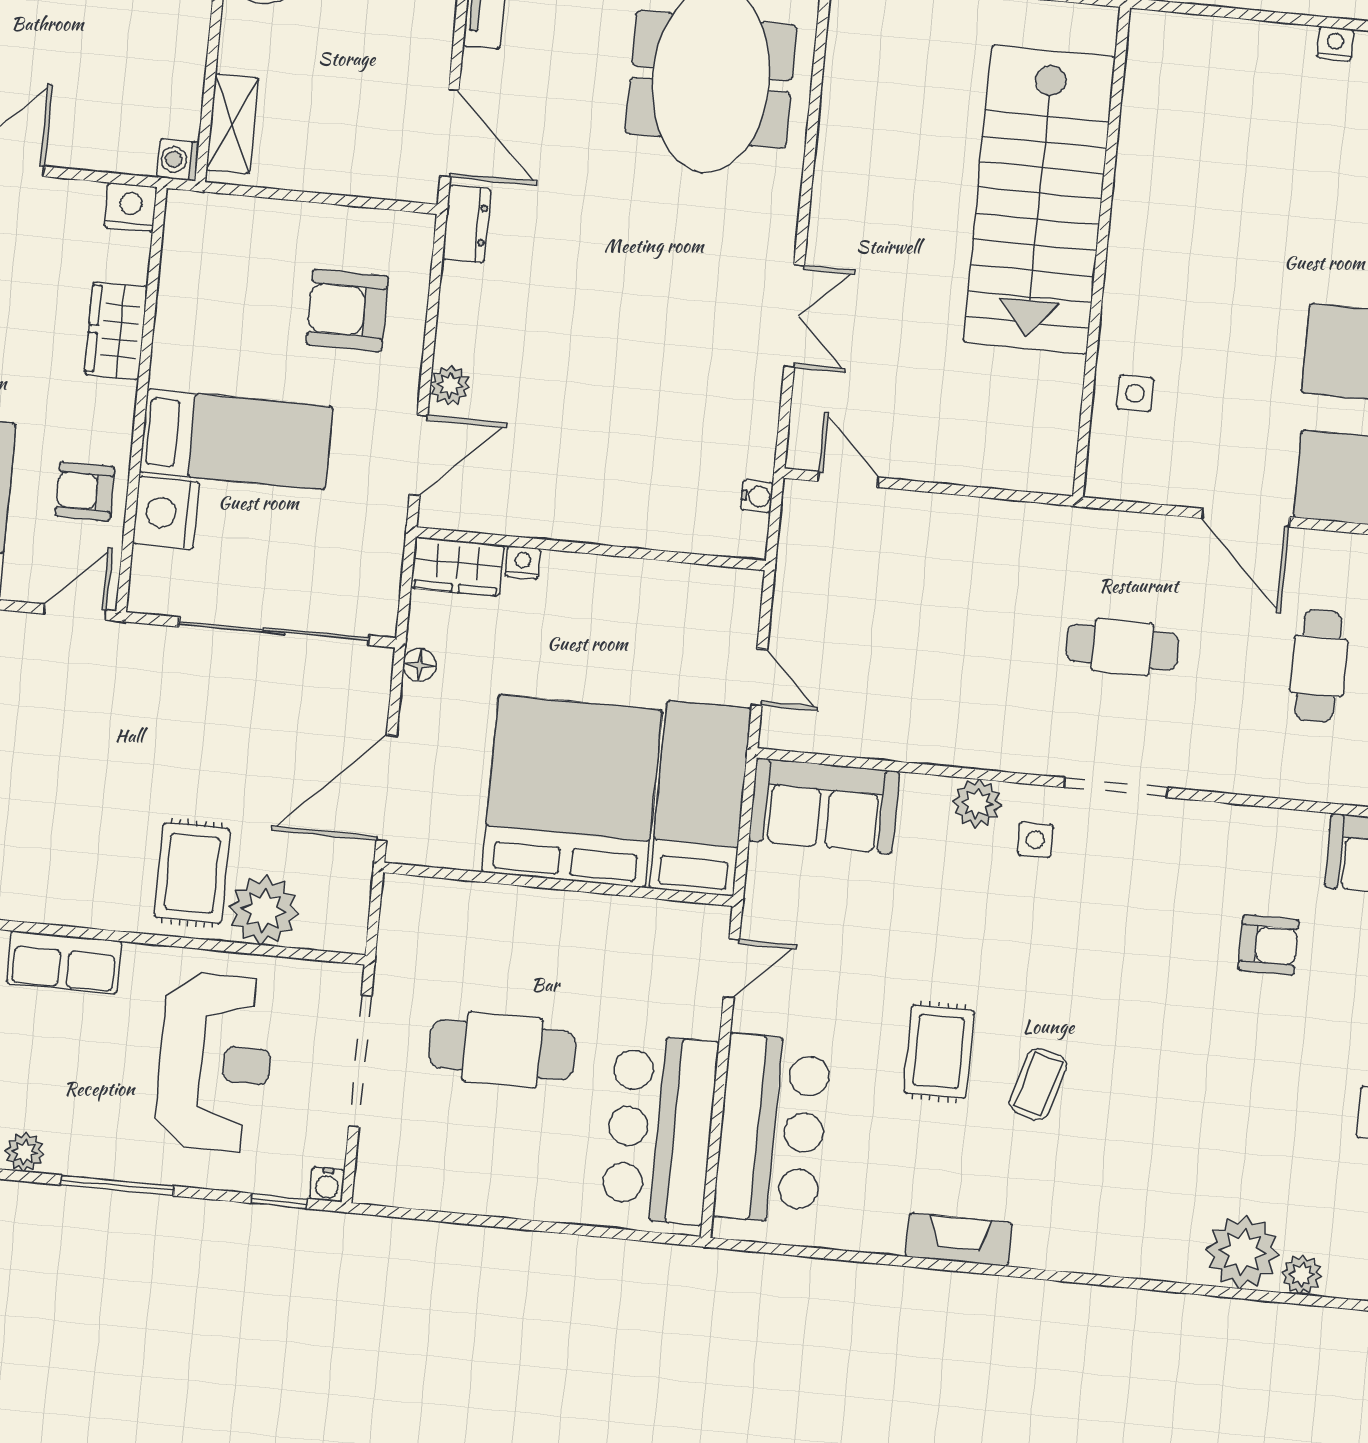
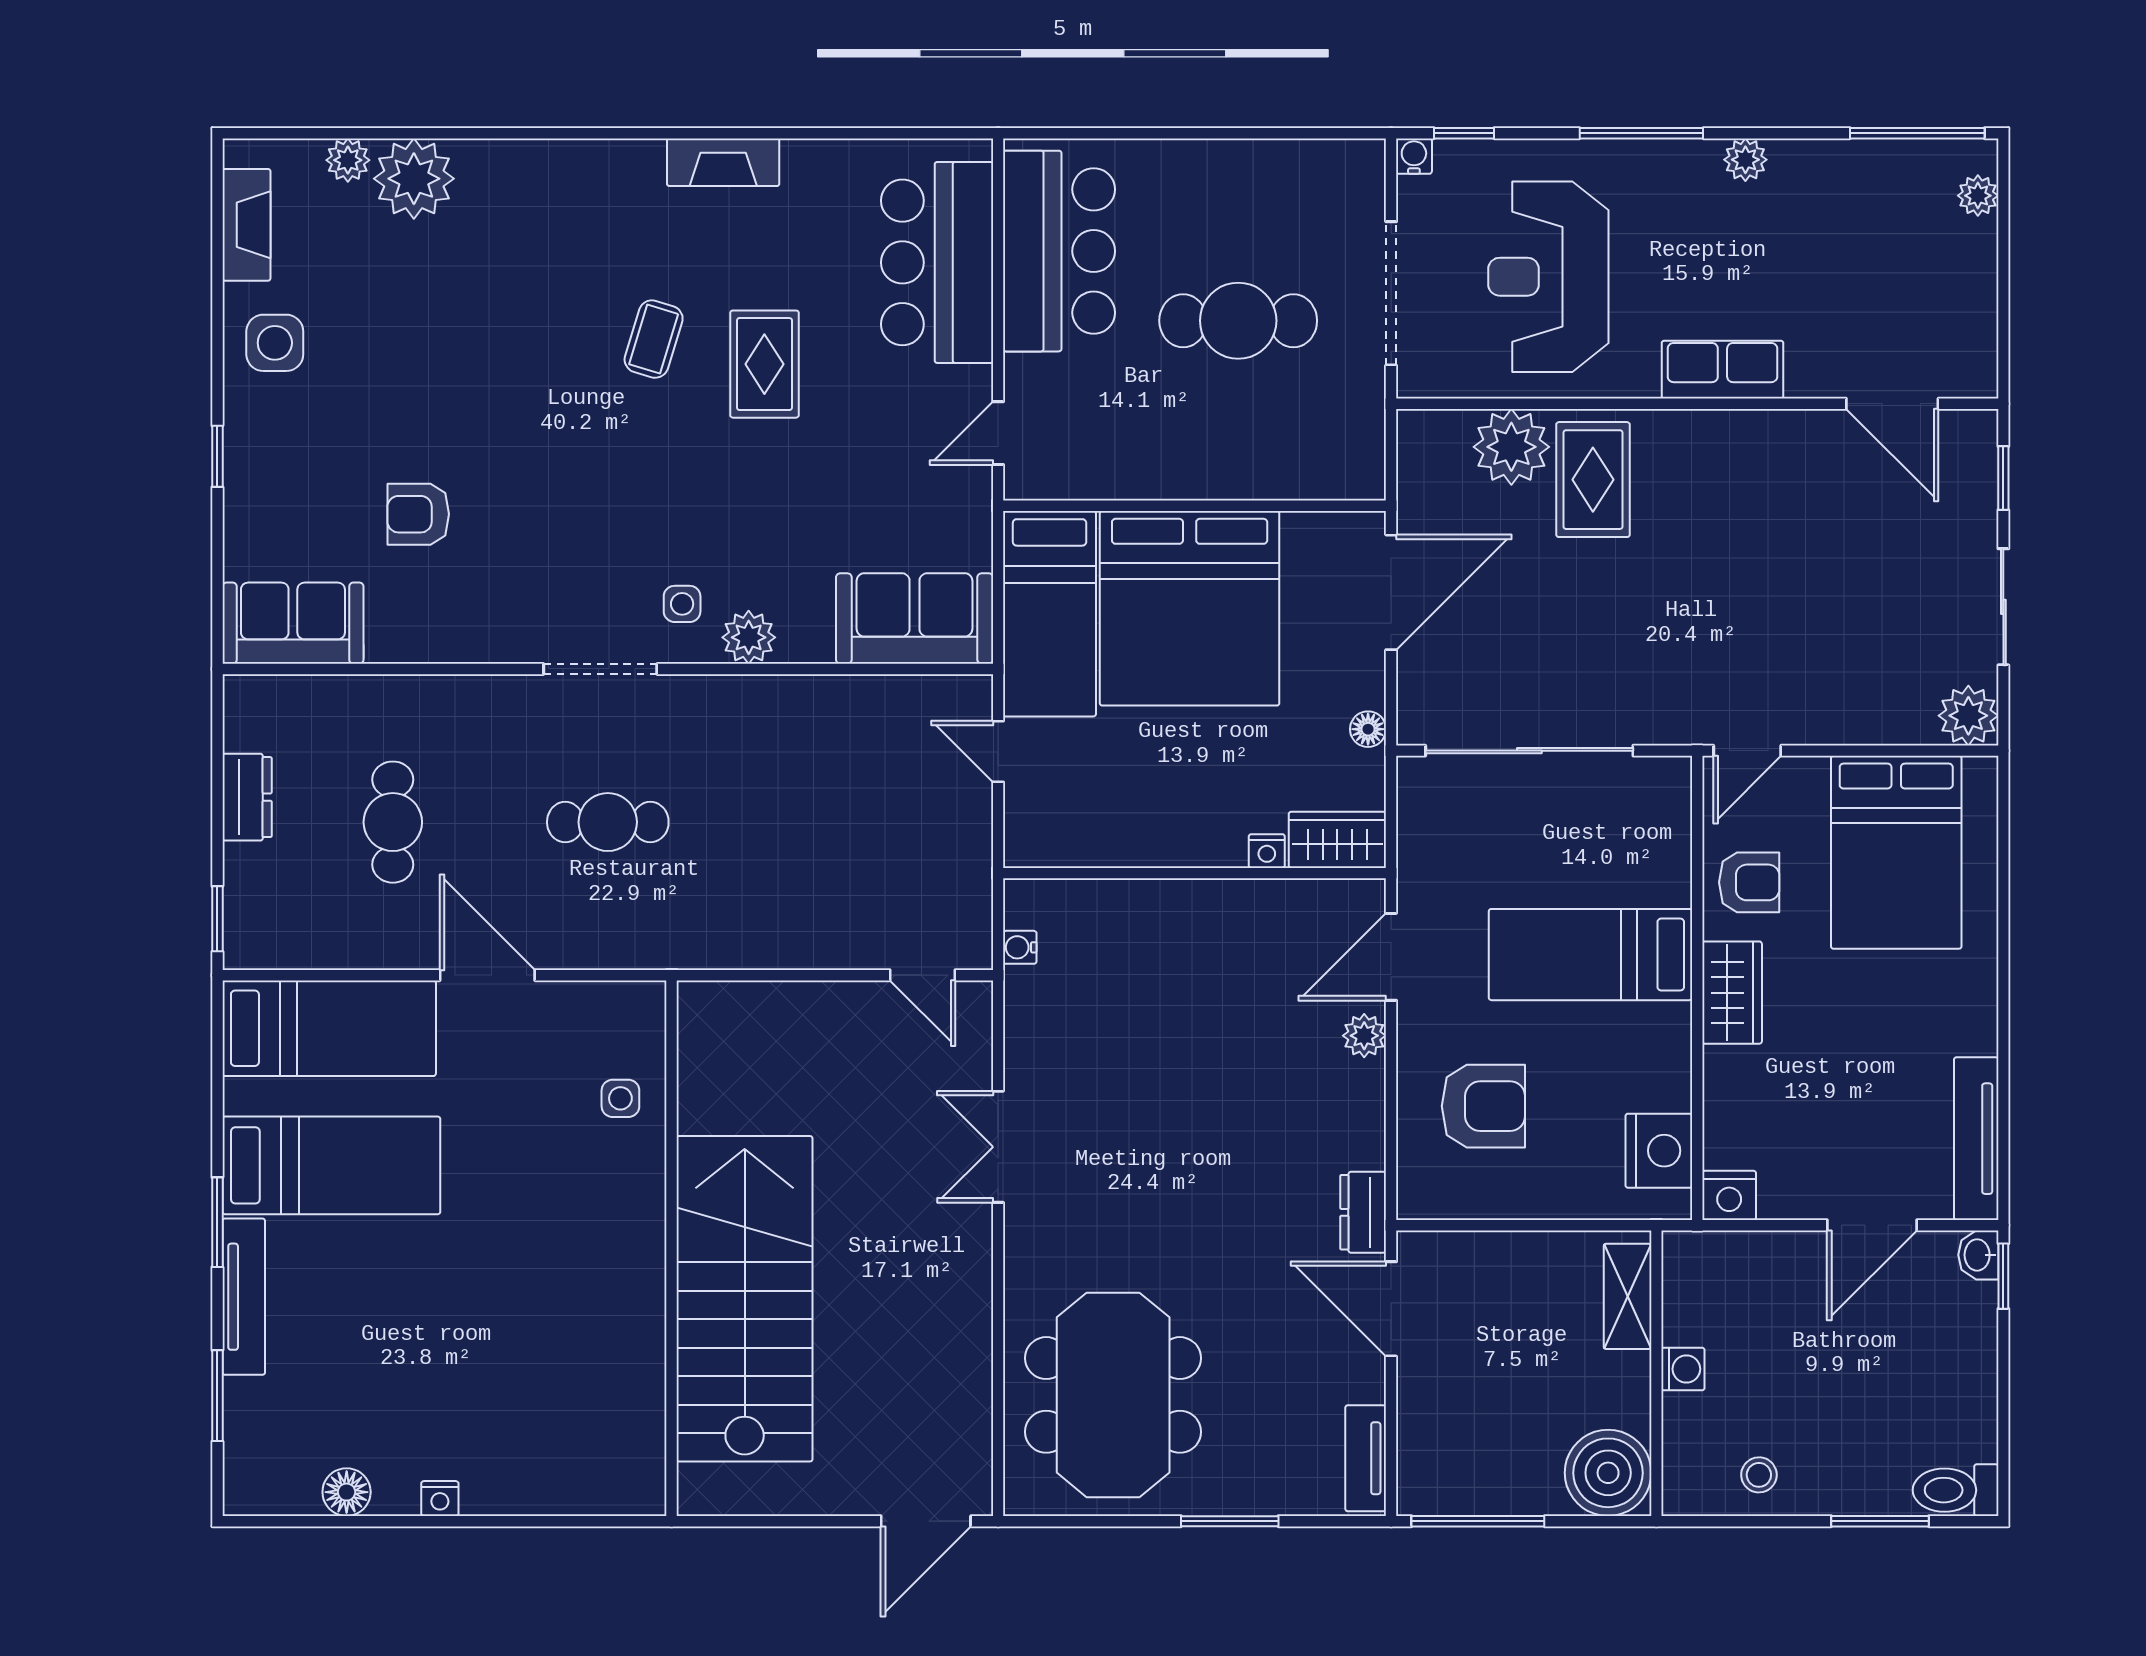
washing machine: (178, 160) -> (1683, 1369), moved
wardrobe: (116, 331) -> (1732, 993), moved
nightstand: (166, 513) -> (1659, 1151), moved

